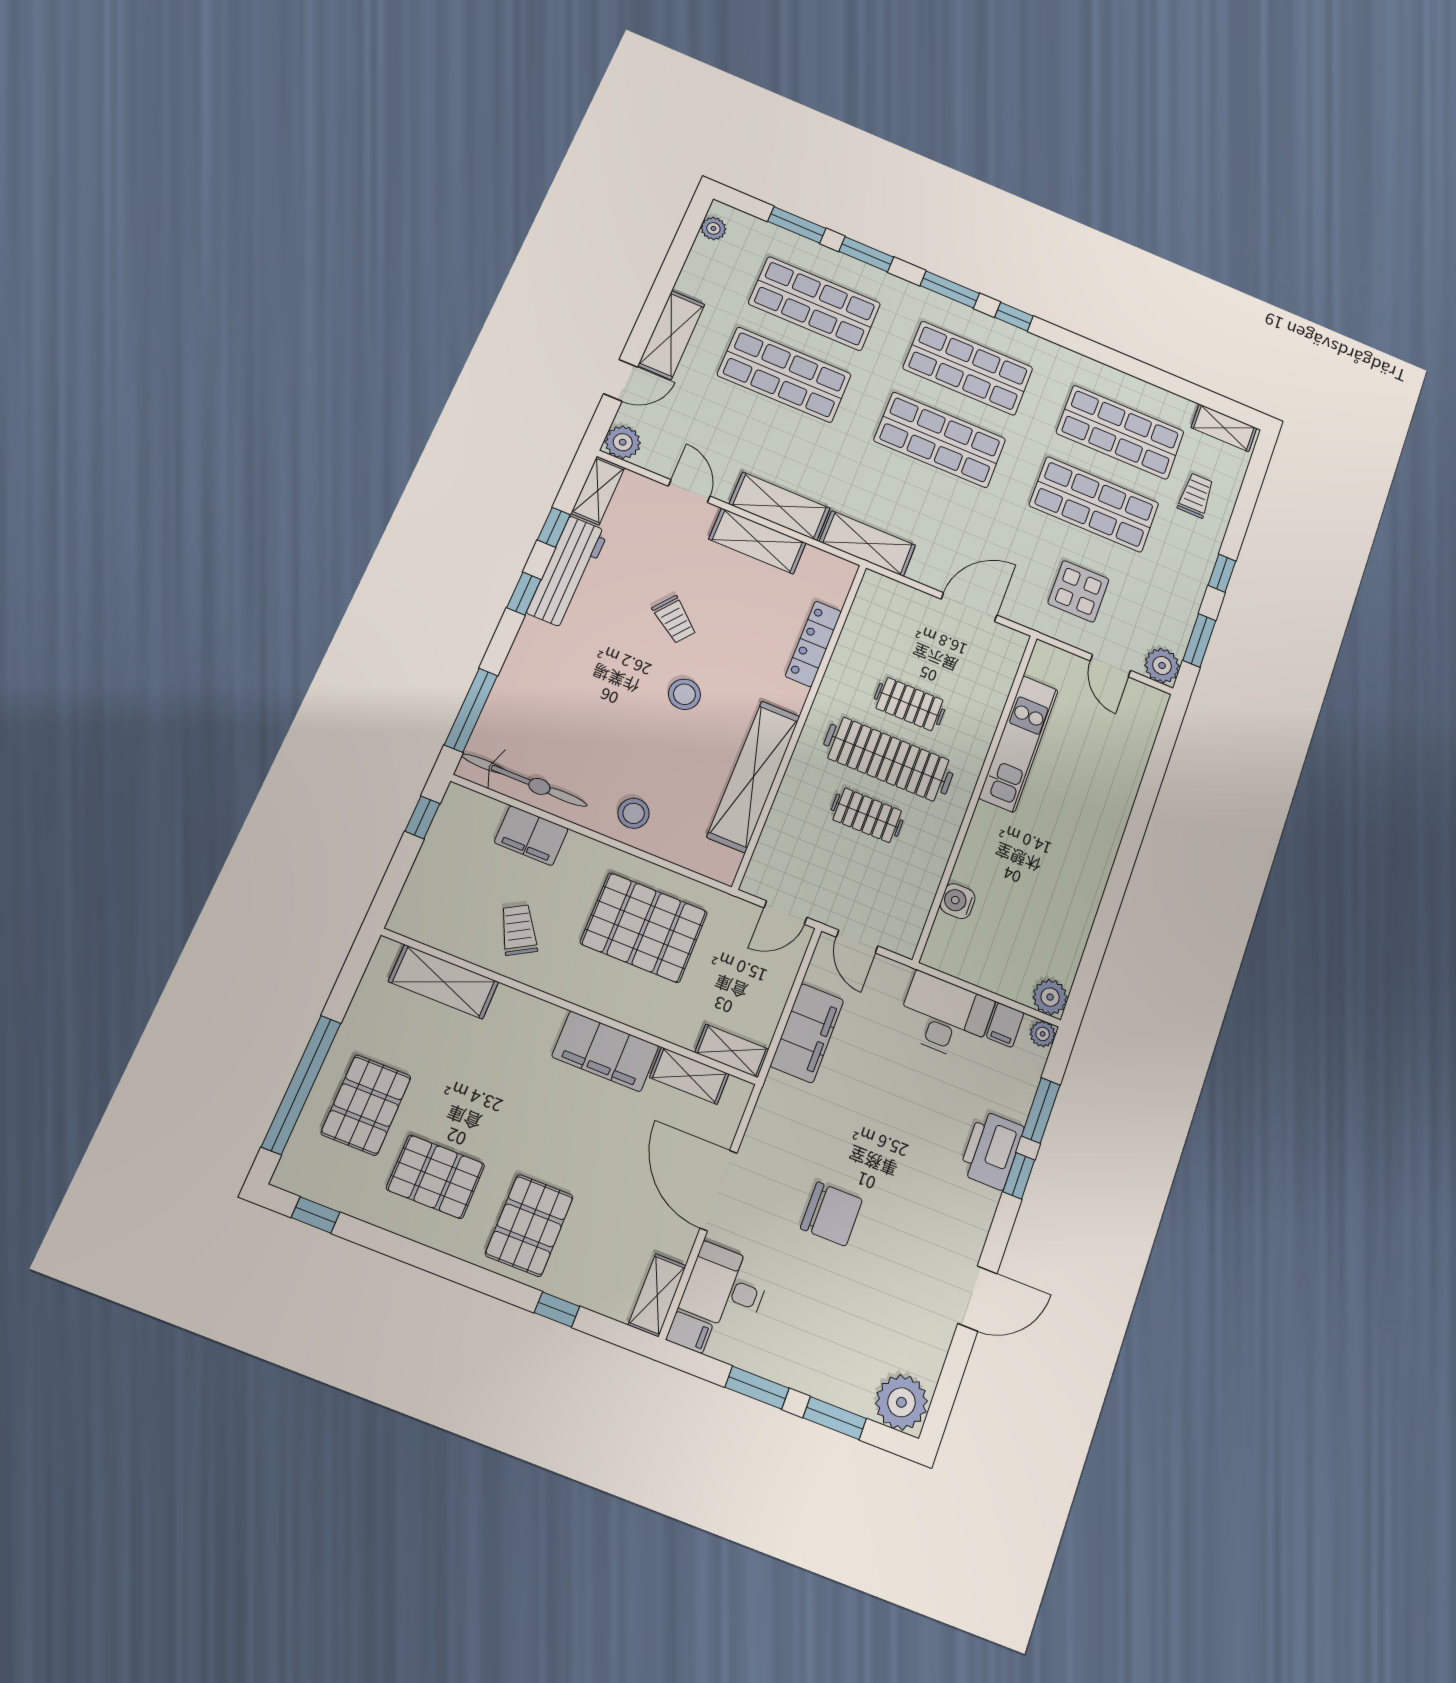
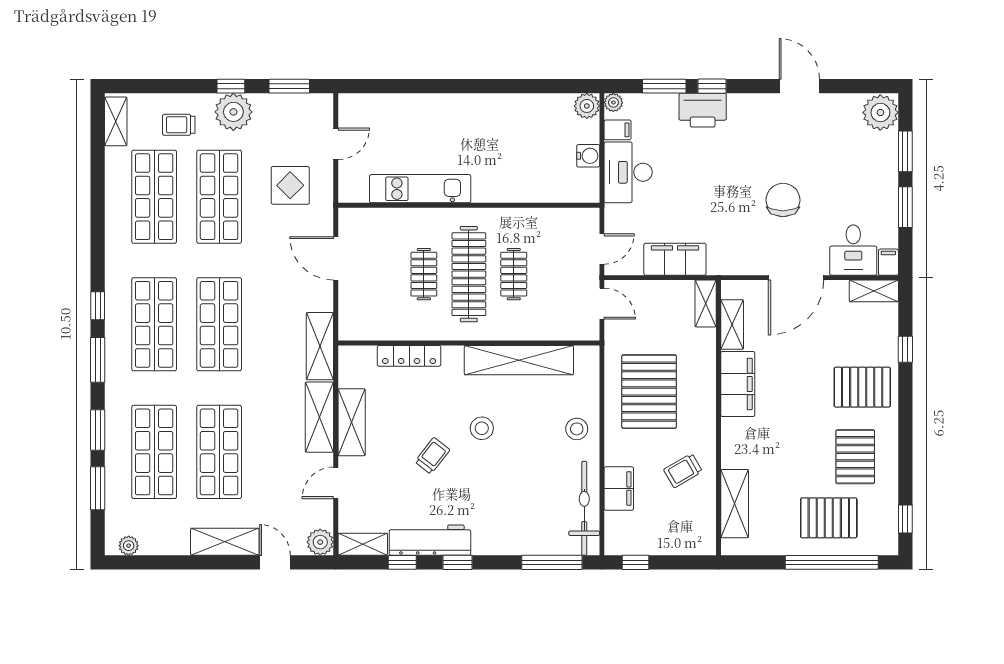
plant: (1162, 666) -> (233, 112), moved, width x1.36, depth x1.36
water cooler: (958, 901) -> (588, 156), moved, turned -90

